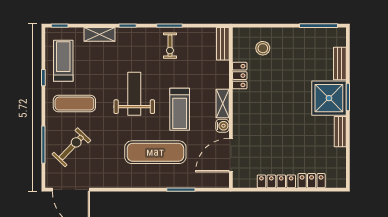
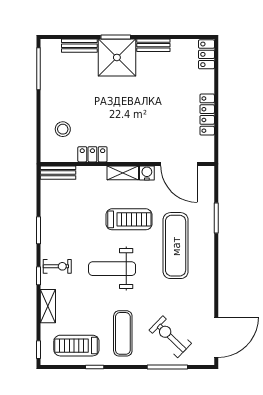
exercise bike: (170, 46) -> (57, 266), moved
locker: (312, 181) -> (206, 54), moved

